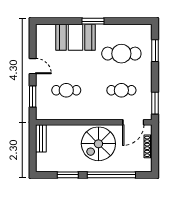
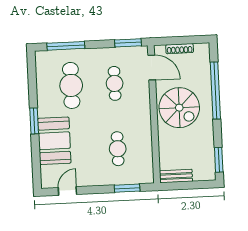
window: (155, 51) -> (66, 46), width x1.44
door: (33, 66) -> (67, 191), moved
window: (68, 175) -> (219, 160), moved

